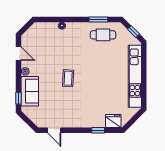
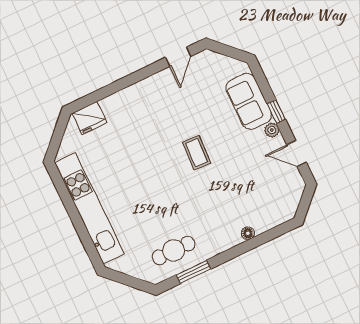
window: (133, 32) -> (127, 280), removed
window: (19, 98) -> (276, 111), moved
door: (54, 130) -> (178, 57), swing flipped
window: (98, 130) -> (107, 91), removed

